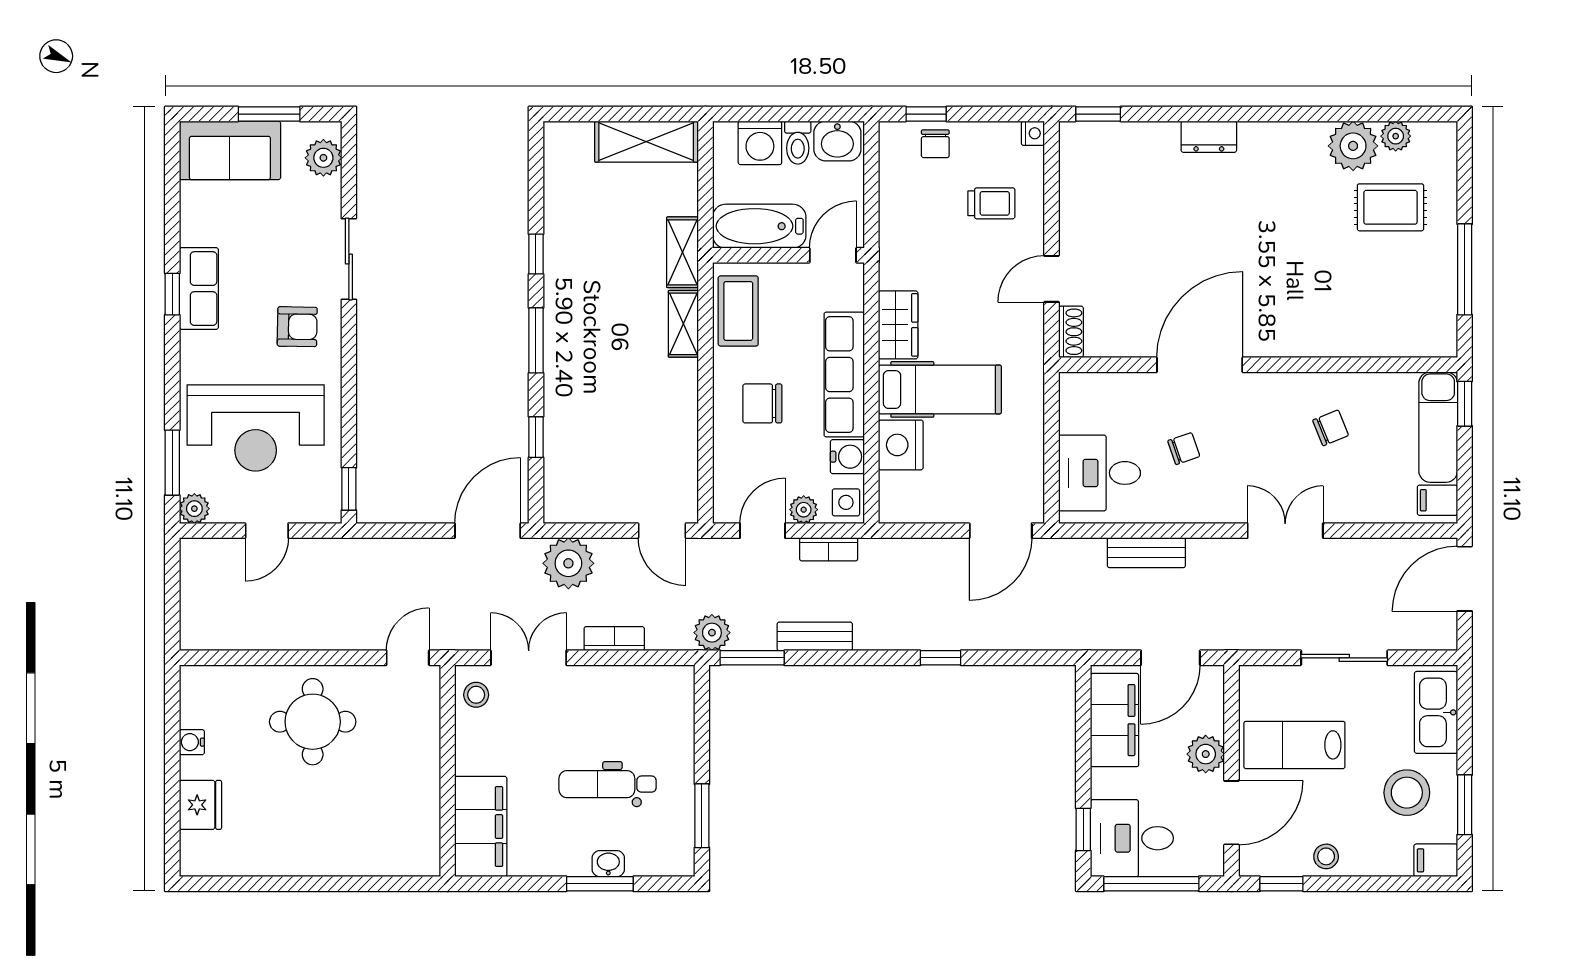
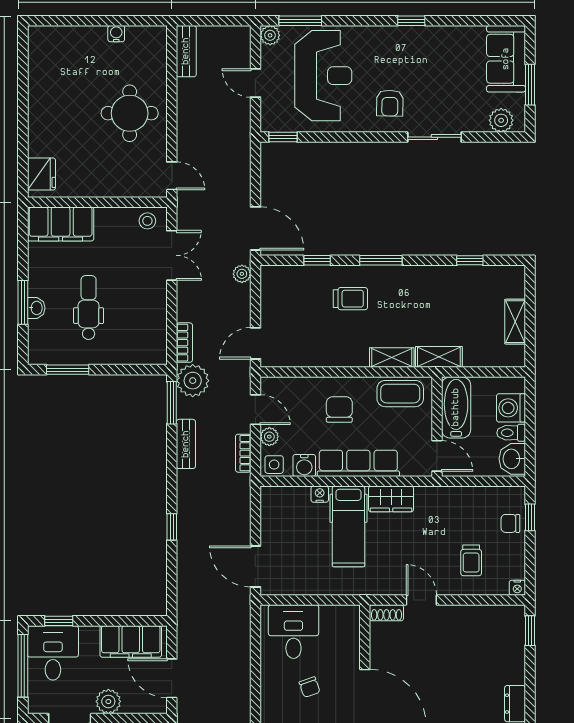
shelving: (646, 142) -> (515, 322), width x0.67, depth x0.75
window: (536, 254) -> (470, 260), moved
row of seats: (199, 289) -> (415, 38), removed
trolley: (594, 387) -> (350, 299), added
reception desk: (256, 428) -> (323, 76), turned 180
nightstand: (901, 445) -> (320, 494), width x0.53, depth x0.56
bench: (1146, 553) -> (186, 51), moved
plant: (568, 563) -> (242, 274), width x0.53, depth x0.53
plant: (712, 633) -> (193, 381), width x1.36, depth x1.36
bookcase: (614, 639) -> (184, 343), moved
fridge: (200, 805) -> (41, 174), moved, turned -90

